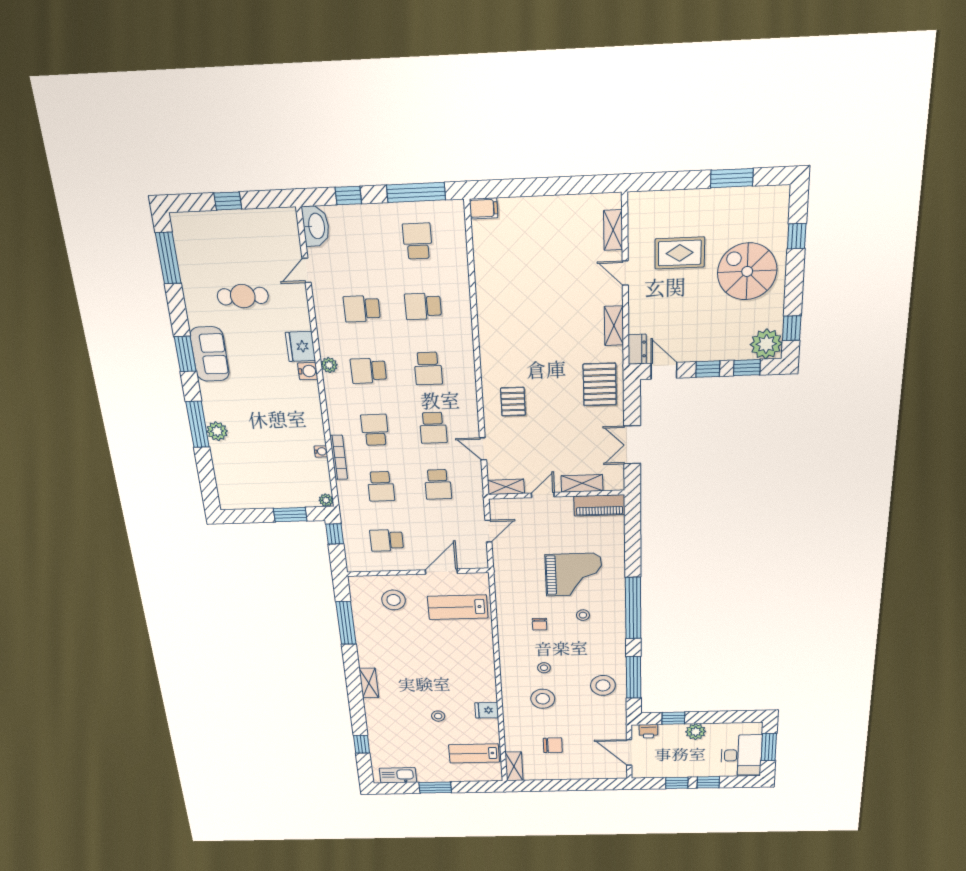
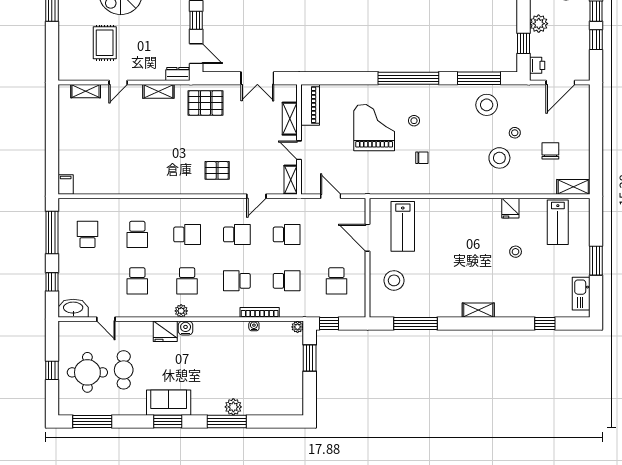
school desk: (417, 241) -> (88, 234), turned 90
round table: (232, 249) -> (87, 372), added
door: (664, 371) -> (196, 54), swing flipped
stool: (544, 668) -> (515, 133), moved

